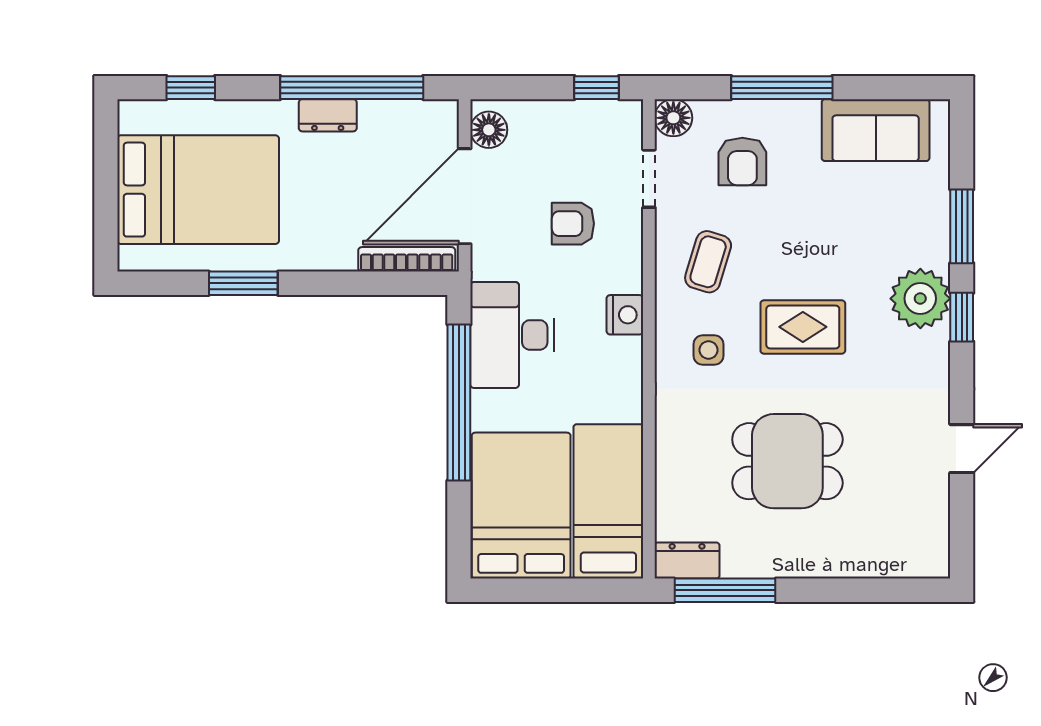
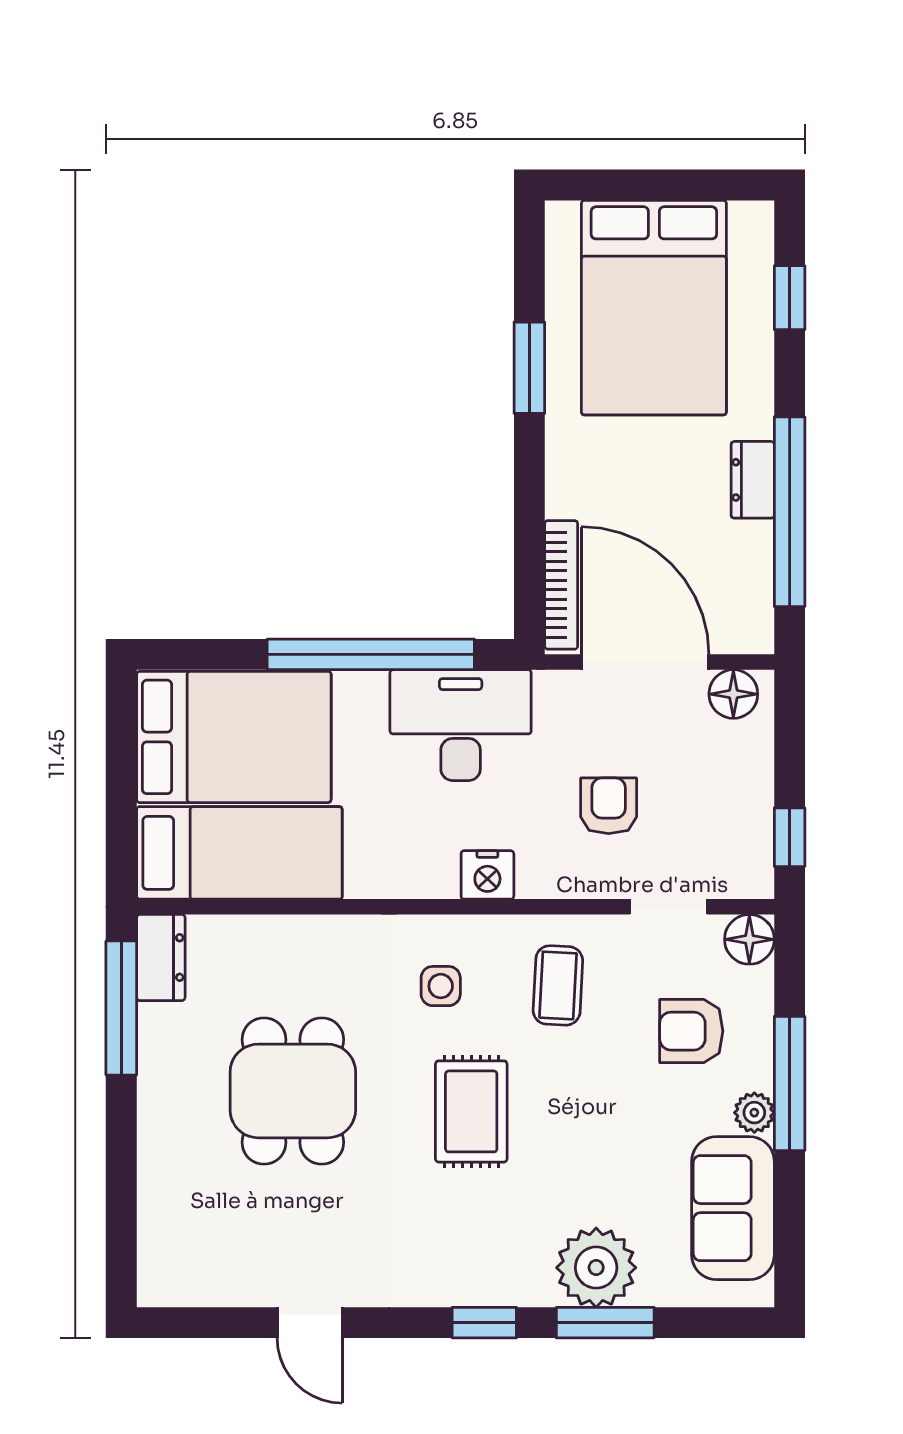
plant: (804, 114) -> (754, 1113), added
coffee table: (708, 262) -> (558, 985), turned 76
plant: (920, 299) -> (596, 1268), moved

